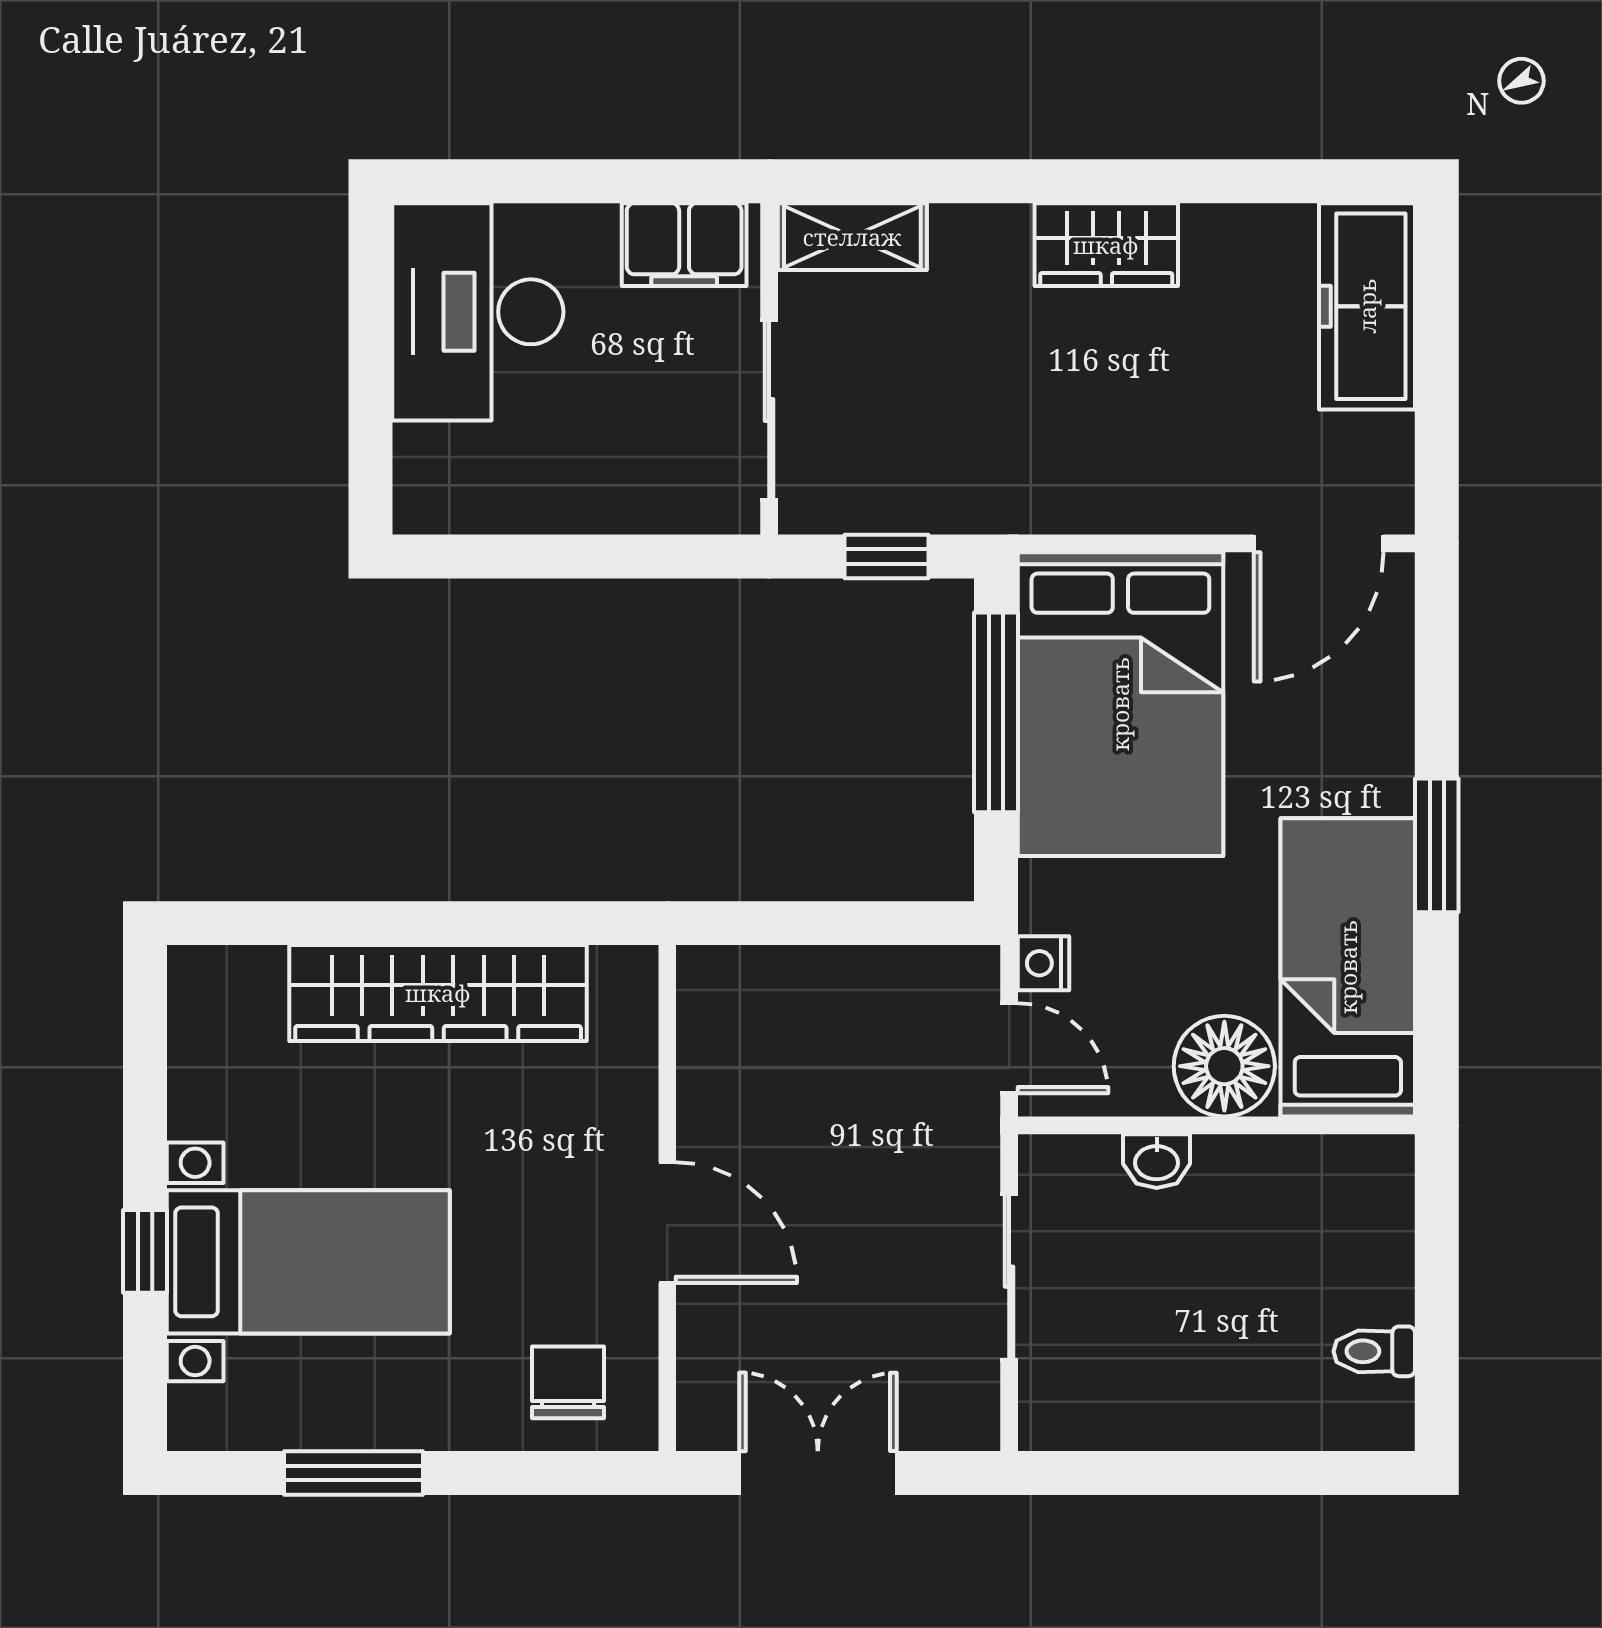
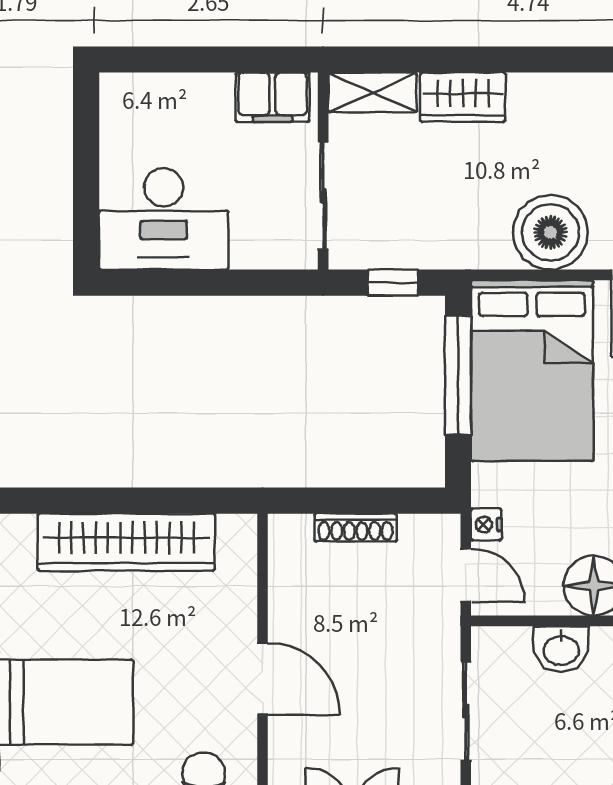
wardrobe: (1106, 245) -> (463, 97), moved
desk: (478, 312) -> (164, 219), moved, turned -90
boiler: (1152, 472) -> (550, 232), added
shoe rack: (824, 969) -> (356, 528), added
washbasin: (1157, 1161) -> (561, 649), width x1.38, depth x1.45

